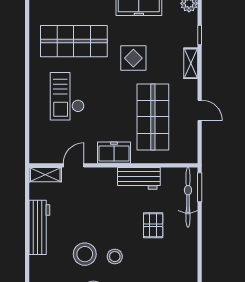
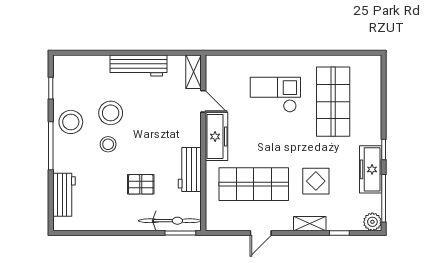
display table: (133, 58) -> (316, 181), moved
freezer: (114, 153) -> (217, 137), width x1.40

